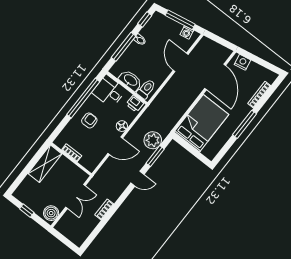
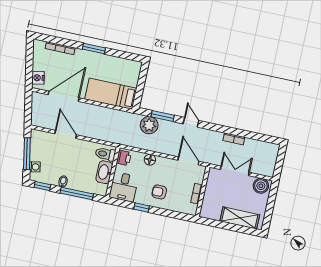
washing machine: (187, 32) -> (35, 167), moved
door: (181, 62) -> (66, 134), swing flipped
window: (83, 98) -> (141, 208), width x0.32
bed: (201, 123) -> (111, 94), width x0.67
window: (244, 124) -> (94, 49), width x0.69
door: (115, 146) -> (188, 161), moved
shelving: (45, 164) -> (240, 218), moved
window: (27, 211) -> (269, 209), removed

